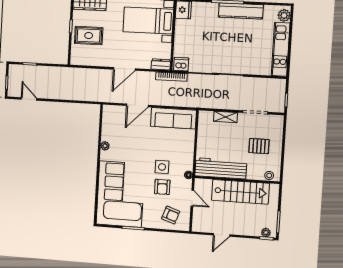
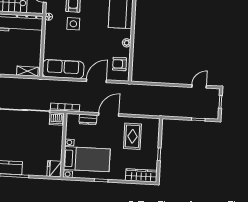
rug: (89, 35) -> (132, 136), moved, turned 90
dresser: (161, 64) -> (88, 119), moved
door: (29, 99) -> (199, 86), swing flipped
shelving: (225, 117) -> (27, 71), moved
armchair: (113, 123) -> (119, 64), added

